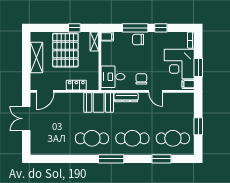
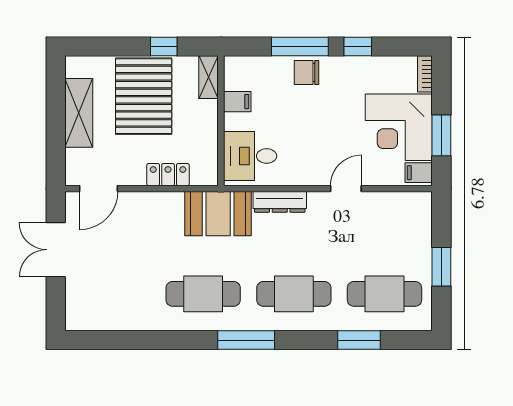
filing cabinet: (107, 37) -> (237, 102), moved
chair: (141, 79) -> (314, 161), removed
door: (156, 91) -> (346, 189), swing flipped

